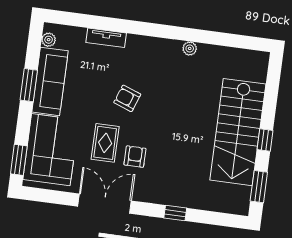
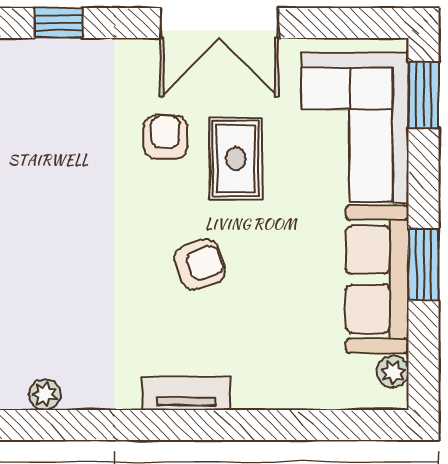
tv unit: (106, 38) -> (186, 393), moved
plant: (190, 48) -> (45, 394), moved
armchair: (127, 98) -> (200, 264), turned -39
armchair: (135, 157) -> (165, 137), turned 180

